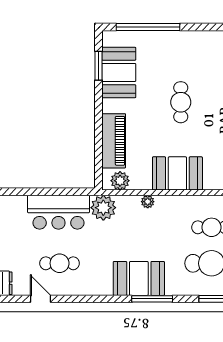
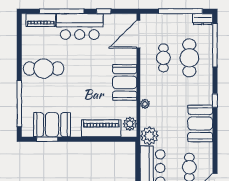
cafe table: (181, 102) -> (44, 68), moved, width x1.37, depth x1.35
booth: (139, 278) -> (200, 123), moved
window: (152, 299) -> (215, 101), width x0.46

